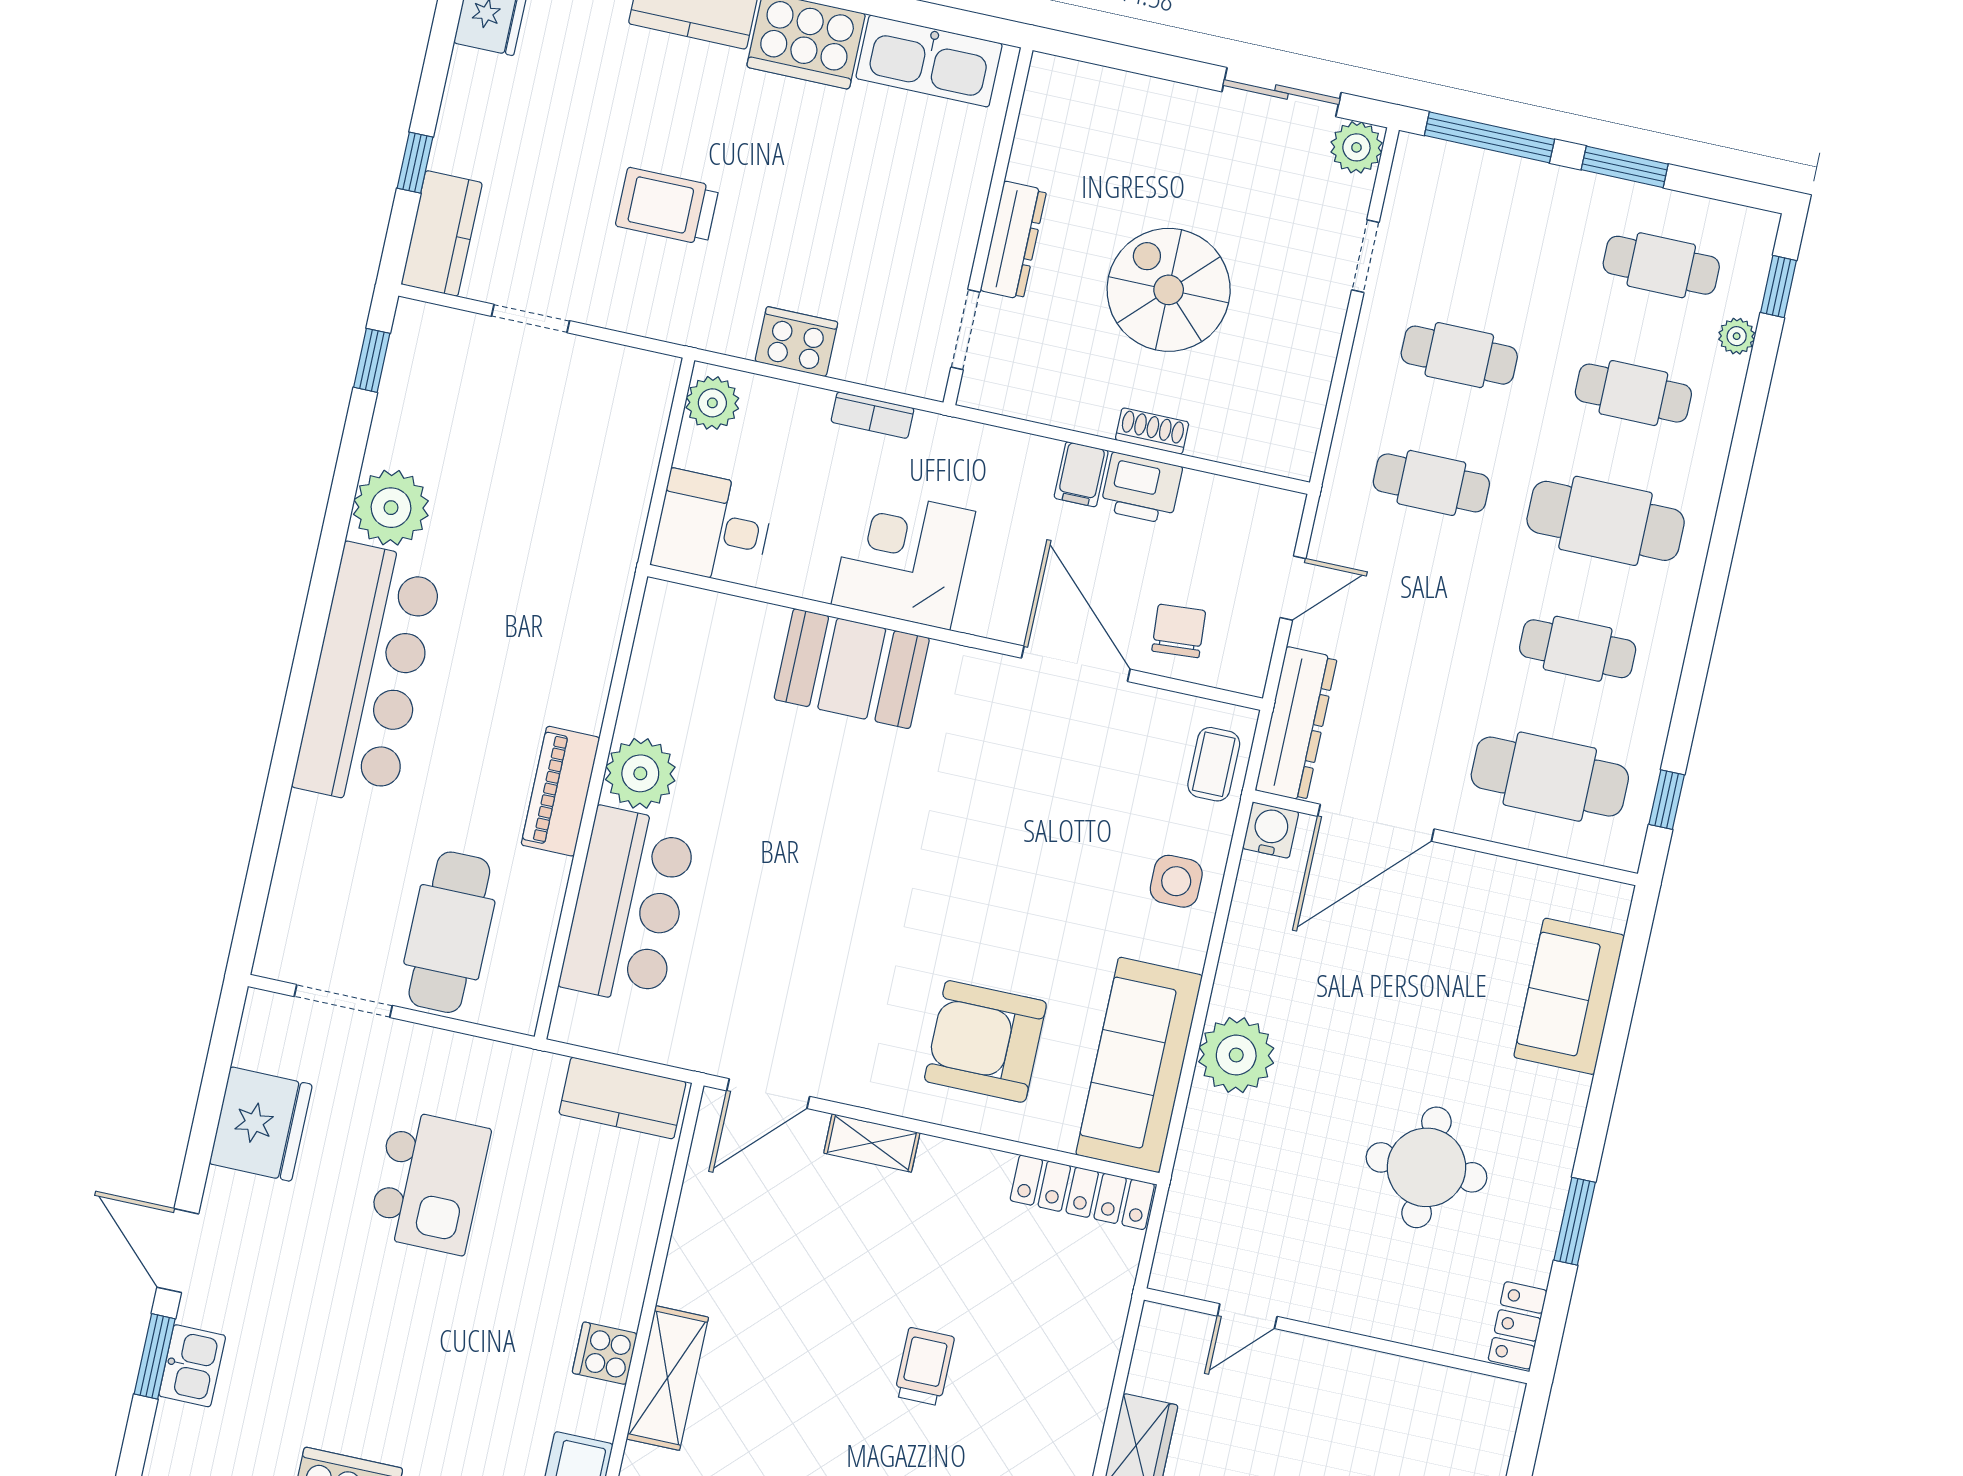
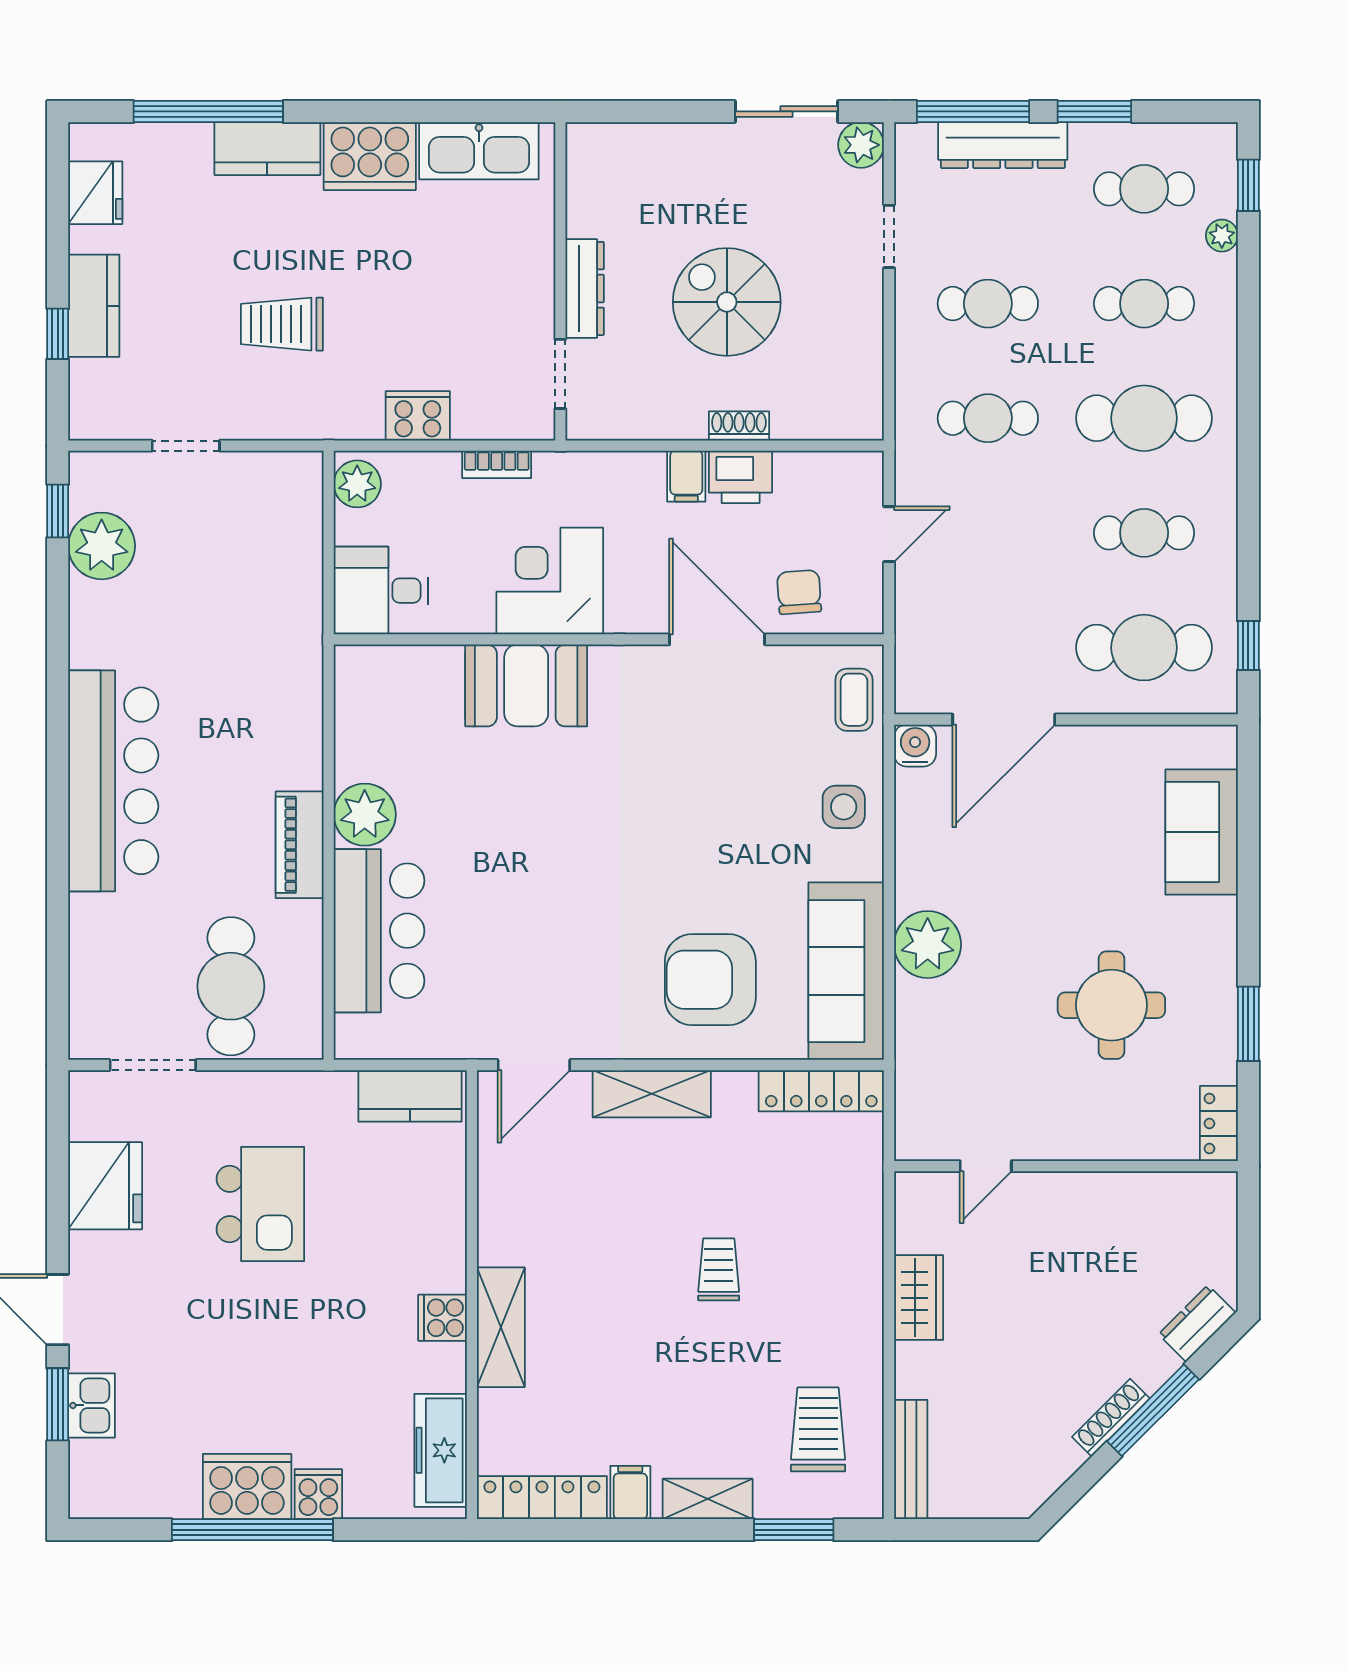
kitchen counter: (442, 233) -> (94, 306), moved
plant: (391, 508) -> (102, 546), moved
dresser: (1296, 724) -> (1003, 145), moved, turned 90
shelving: (872, 1143) -> (652, 1094), width x1.50, depth x1.33

